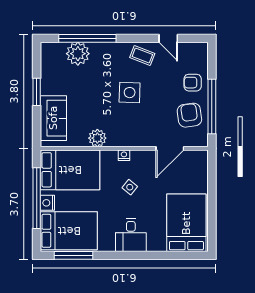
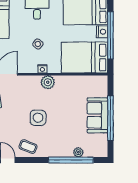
plant: (78, 54) -> (78, 152), width x0.53, depth x0.53
window: (37, 92) -> (110, 118), width x2.11
sofa: (53, 118) -> (97, 115), moved
plant: (97, 138) -> (48, 82), moved

